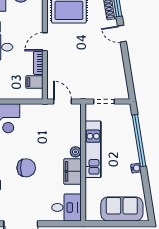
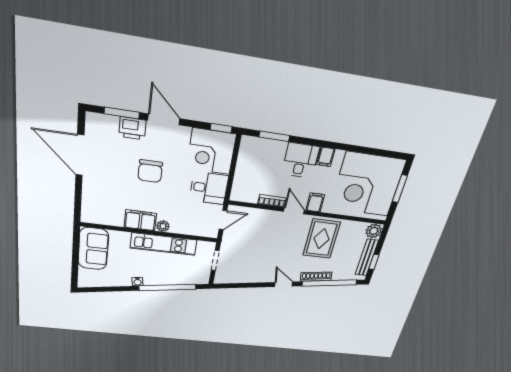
door: (122, 34) -> (284, 284), hinge flipped
filing cabinet: (34, 82) -> (315, 202), moved
desk: (66, 207) -> (209, 188), moved, turned -90
sofa: (122, 209) -> (93, 249), moved

